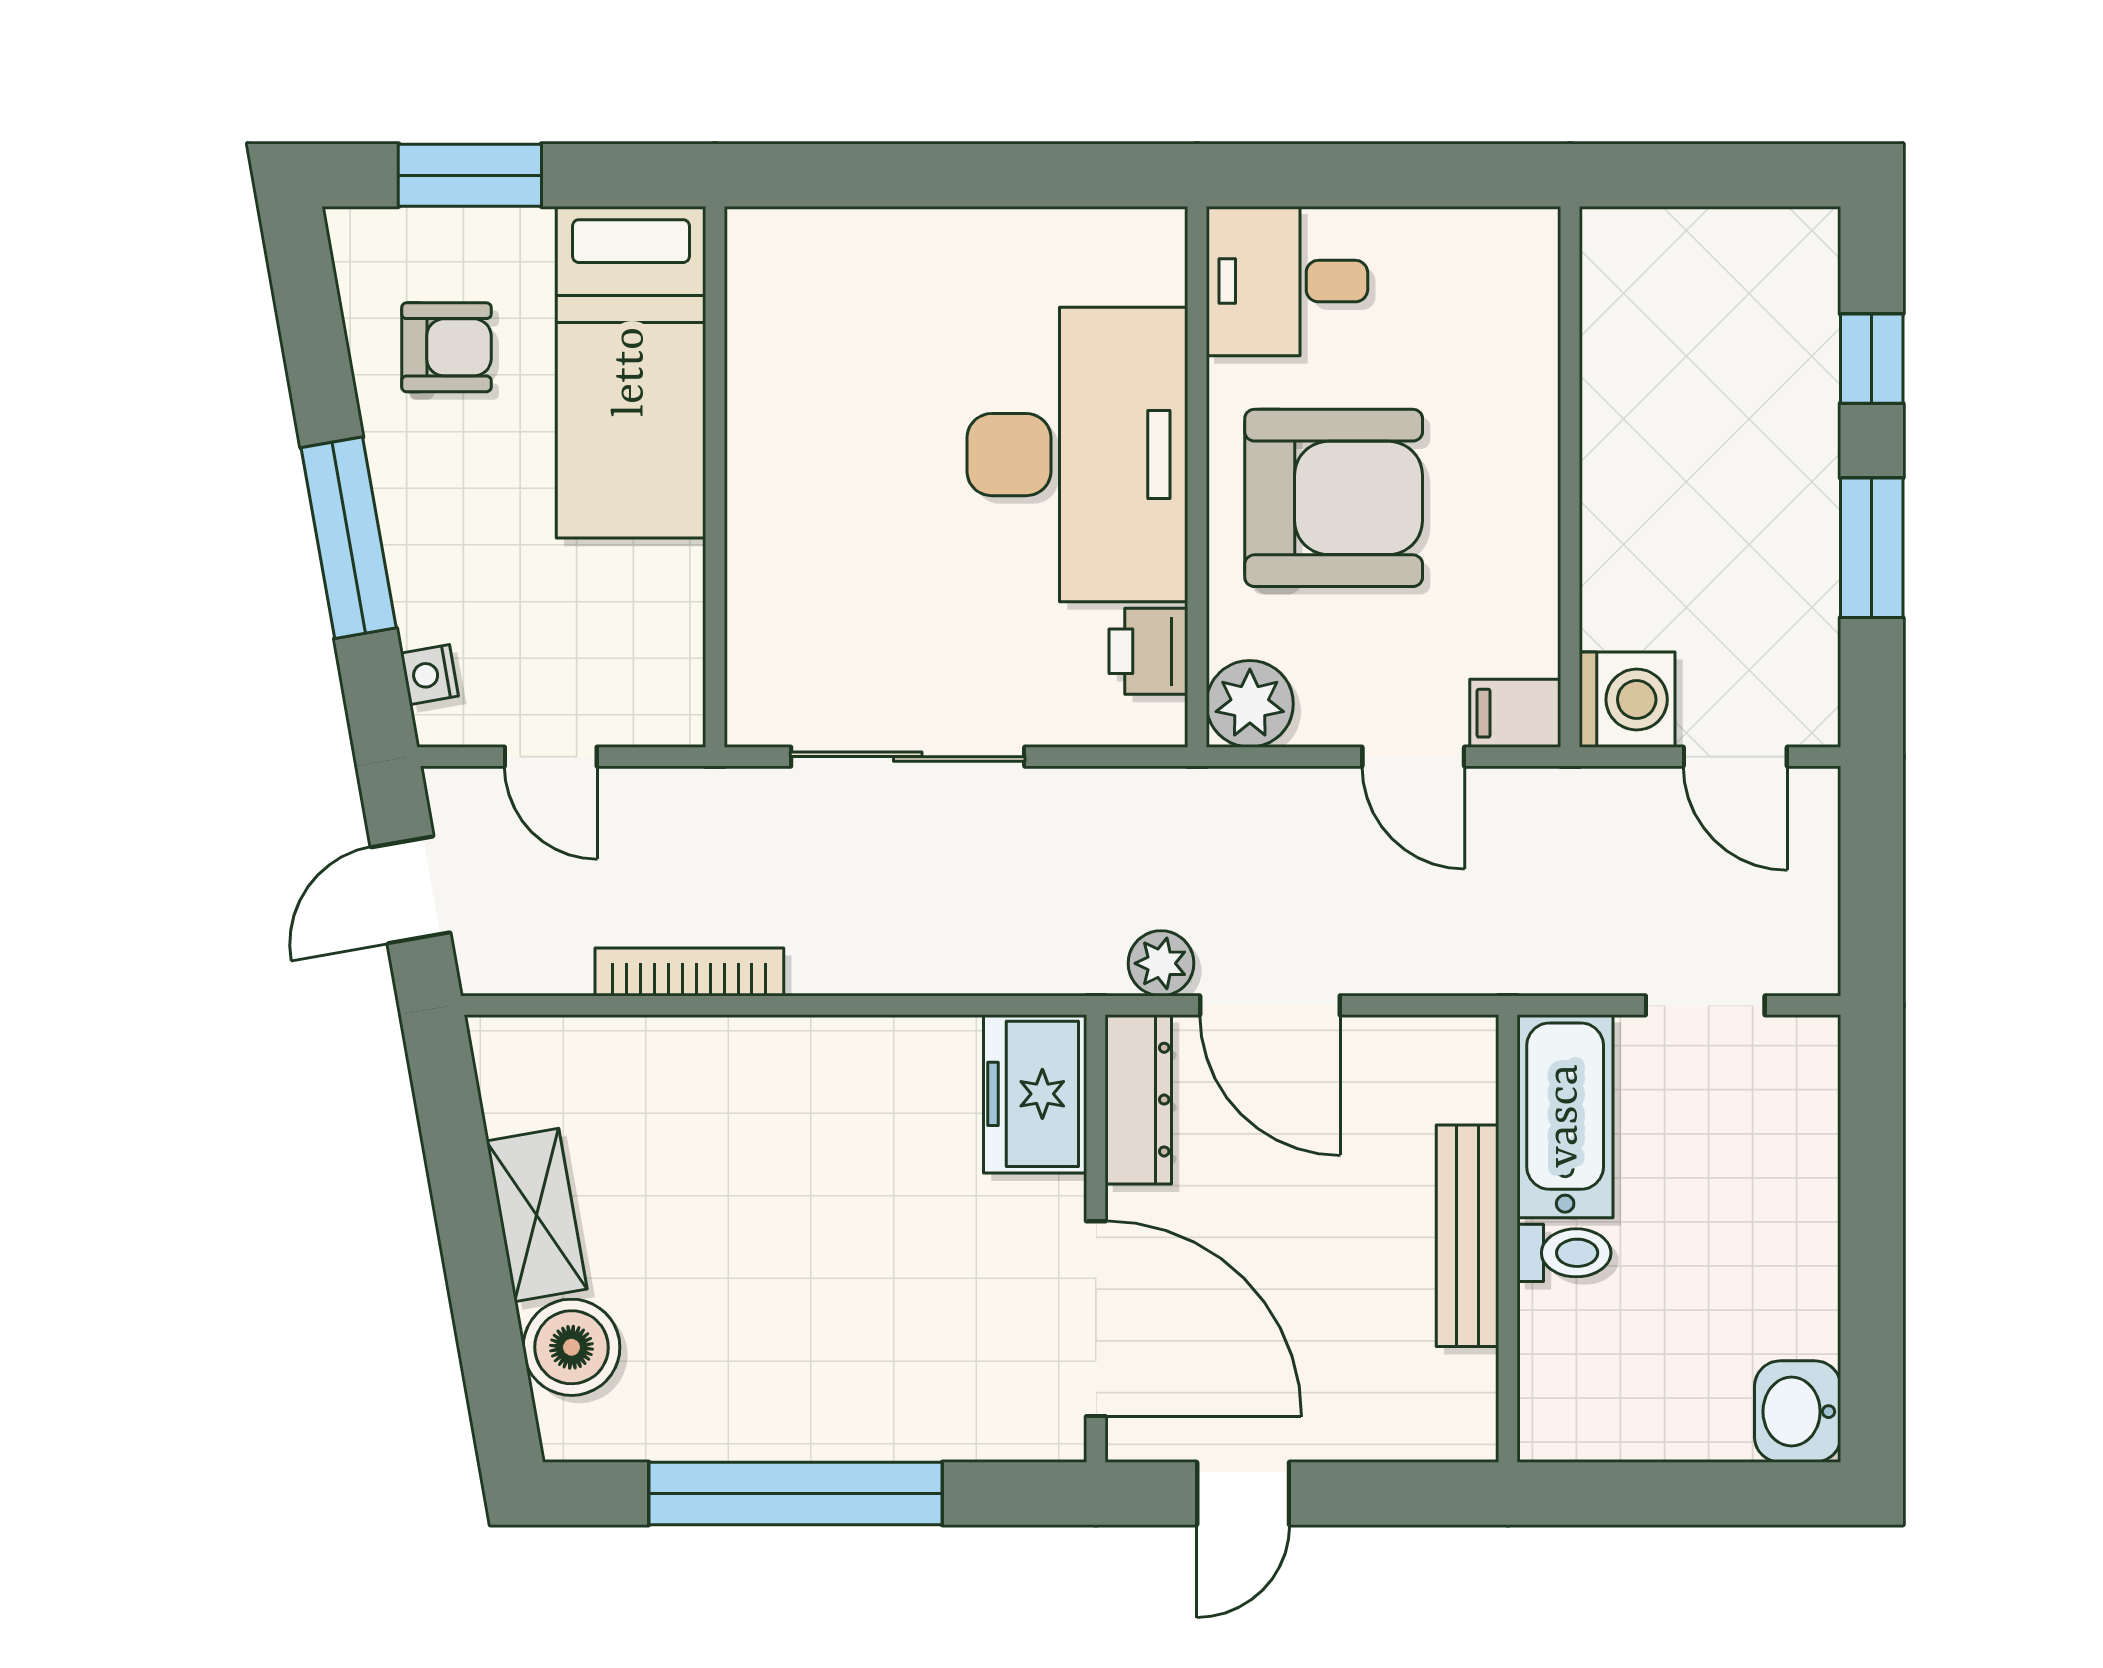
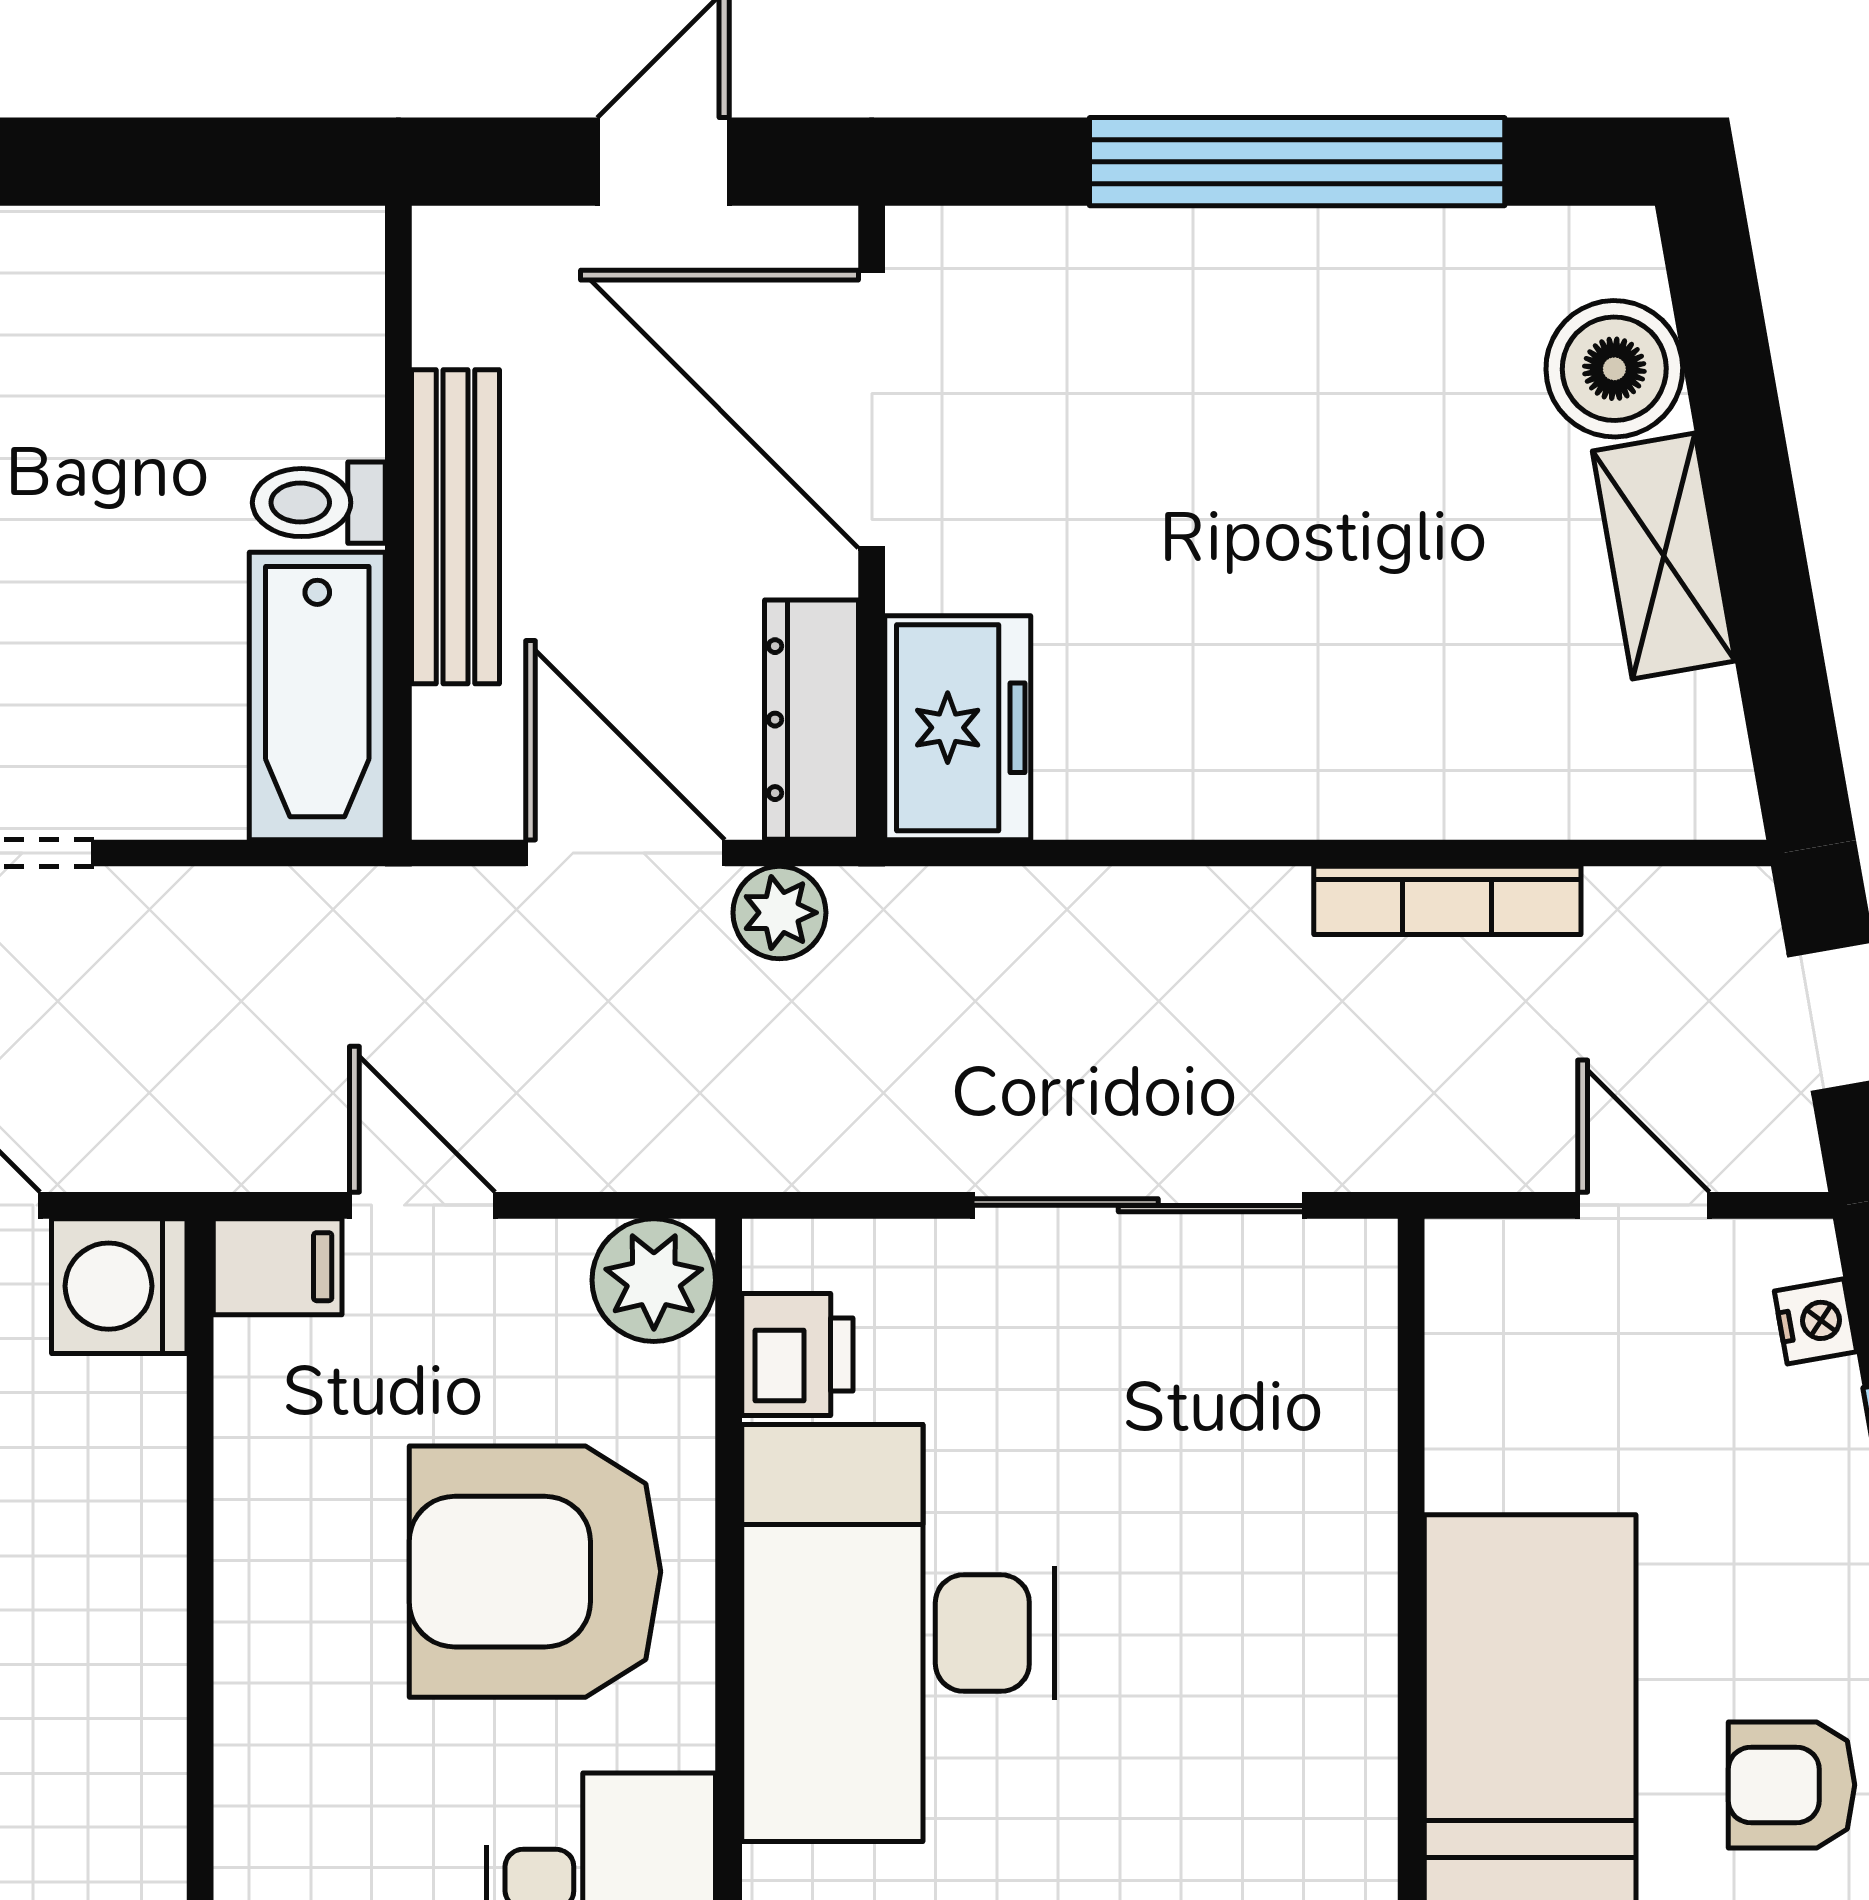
bathtub: (1565, 1116) -> (317, 696), moved
bench: (1467, 1236) -> (455, 527), moved
wall: (1508, 1239) -> (398, 523), moved
toilet: (1564, 1253) -> (319, 503), moved

